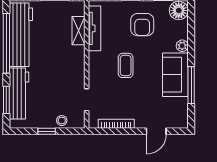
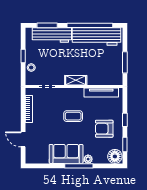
shelving: (78, 31) -> (76, 80), moved
window: (191, 85) -> (79, 166), moved

